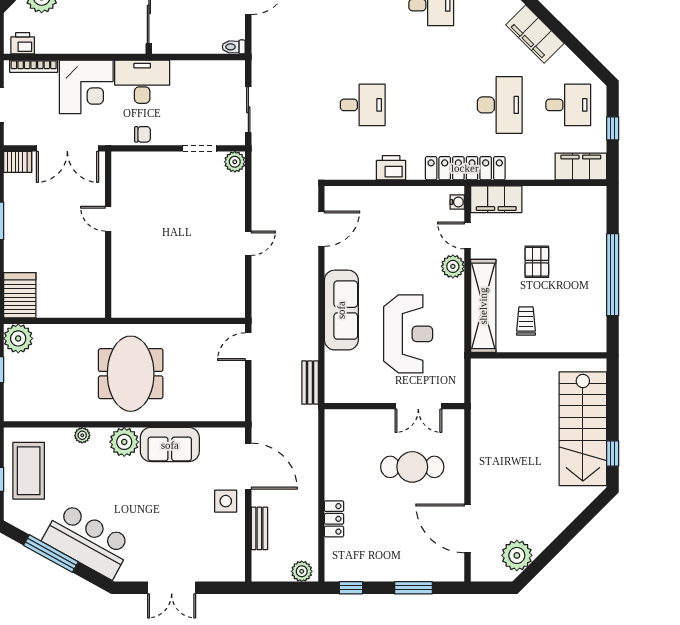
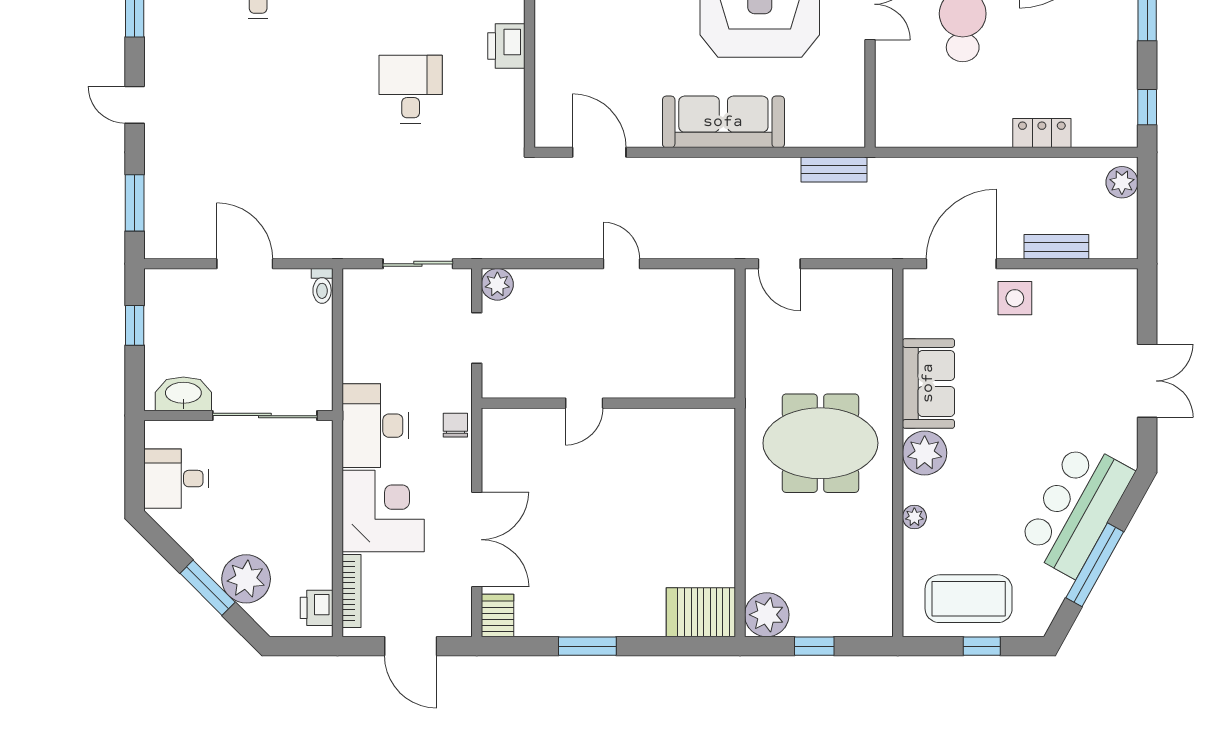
door: (108, 219) -> (584, 403), moved
wall: (108, 235) -> (608, 403), moved

